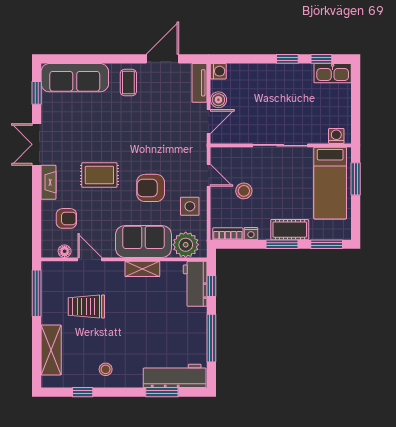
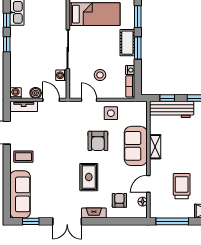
washing machine: (336, 136) -> (61, 75), moved
door: (209, 175) -> (89, 100), hinge flipped
plant: (186, 245) -> (138, 116), removed
workbench: (195, 284) -> (172, 109), width x1.38
trolley: (86, 307) -> (182, 186), turned 180

